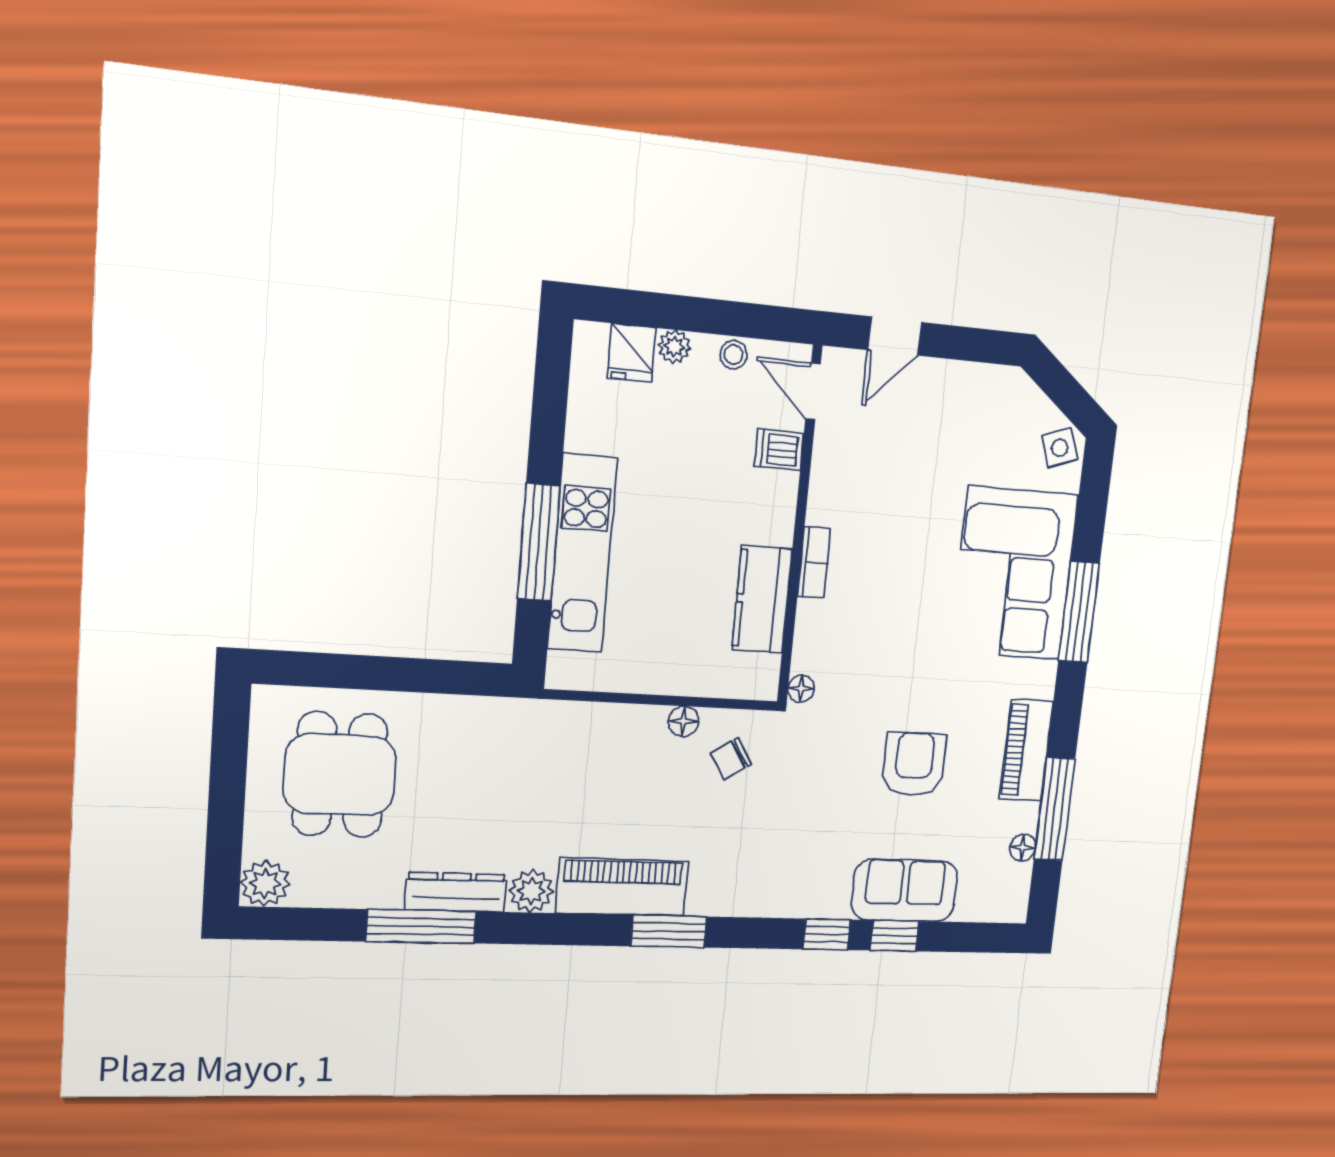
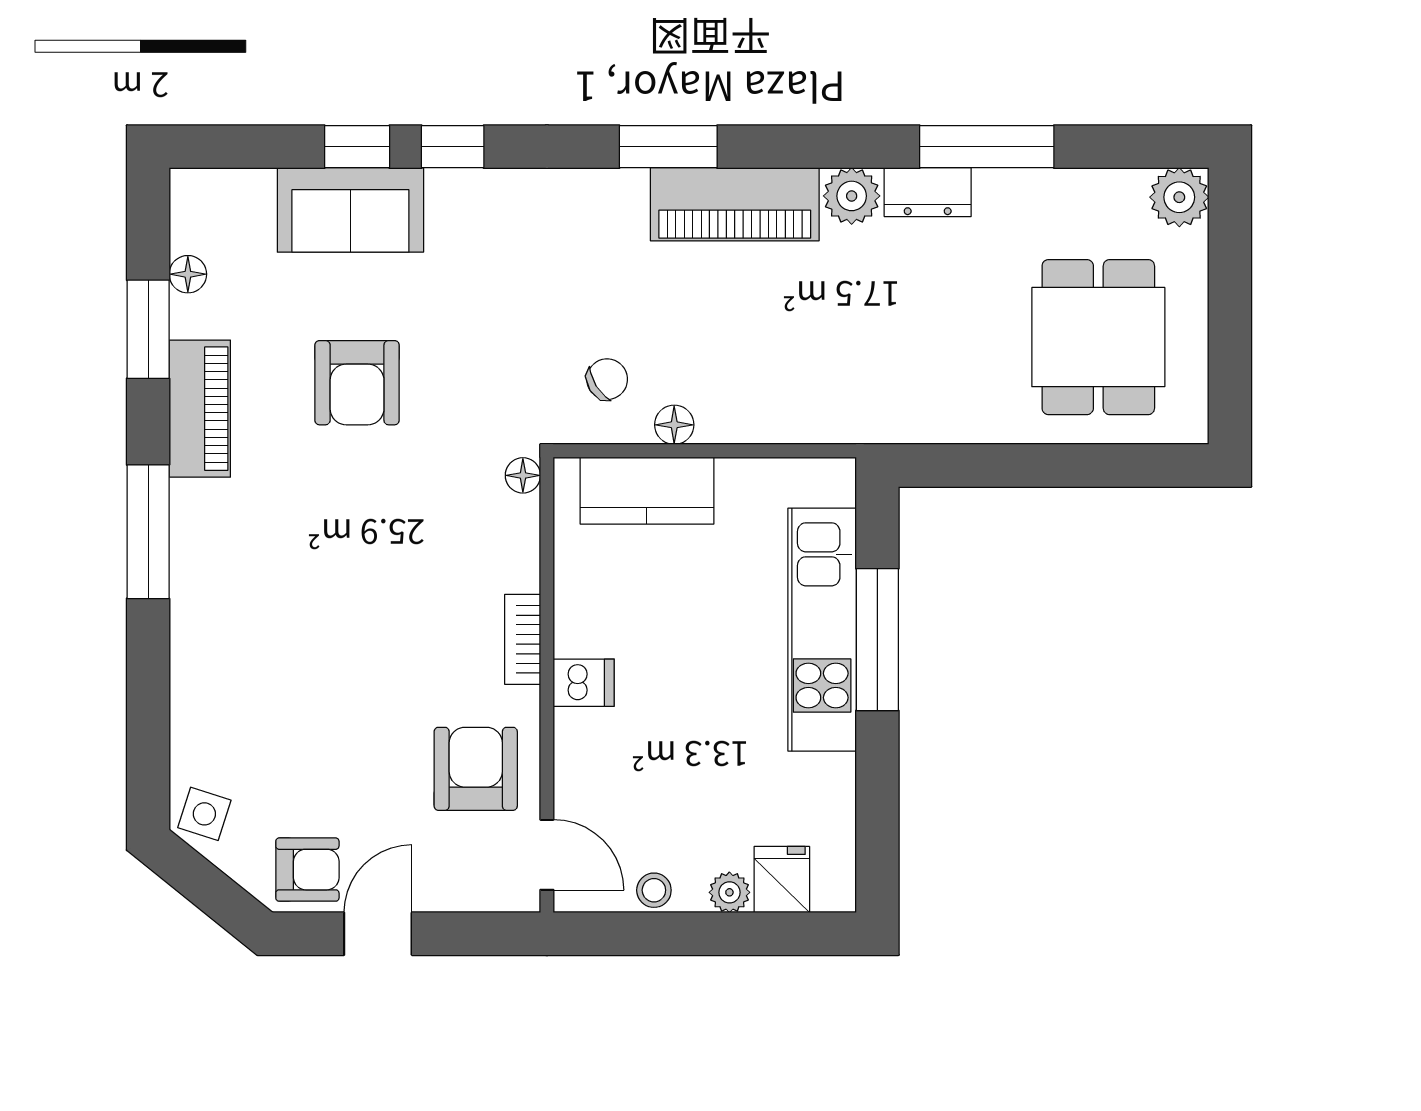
door: (895, 336) -> (378, 934), moved
armchair: (991, 398) -> (307, 870), added
side table: (1060, 448) -> (204, 814), turned 37
dishwasher: (779, 450) -> (584, 683), moved
armchair: (860, 465) -> (476, 769), added
corner sofa: (1014, 574) -> (248, 645), removed
kitchen counter: (762, 599) -> (647, 491), moved, turned 90
window: (1079, 612) -> (148, 532), moved
window: (1055, 809) -> (148, 329), width x0.69
dresser: (456, 892) -> (928, 192), width x0.70

